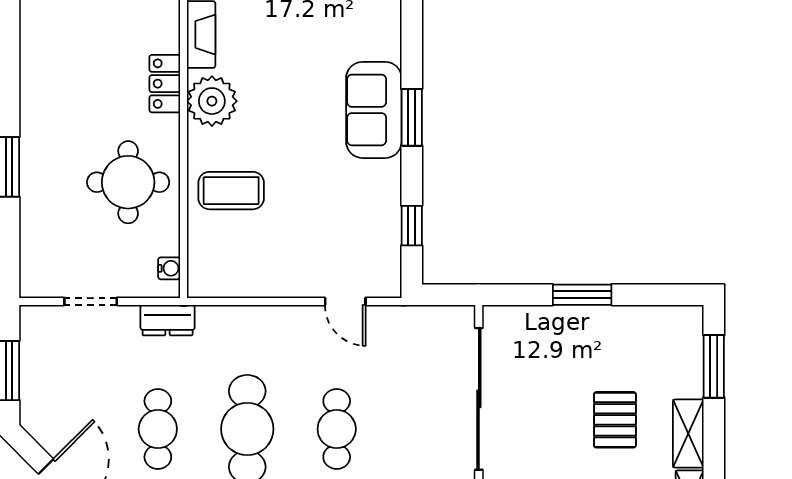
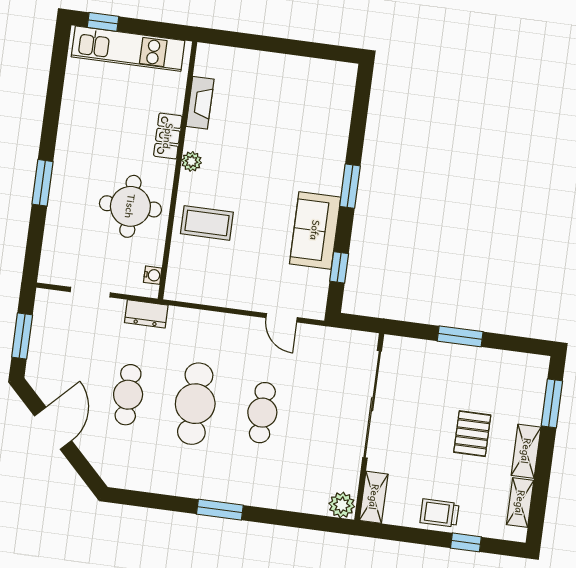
plant: (212, 101) -> (192, 161), width x0.53, depth x0.53
sofa: (374, 110) -> (315, 230), moved

